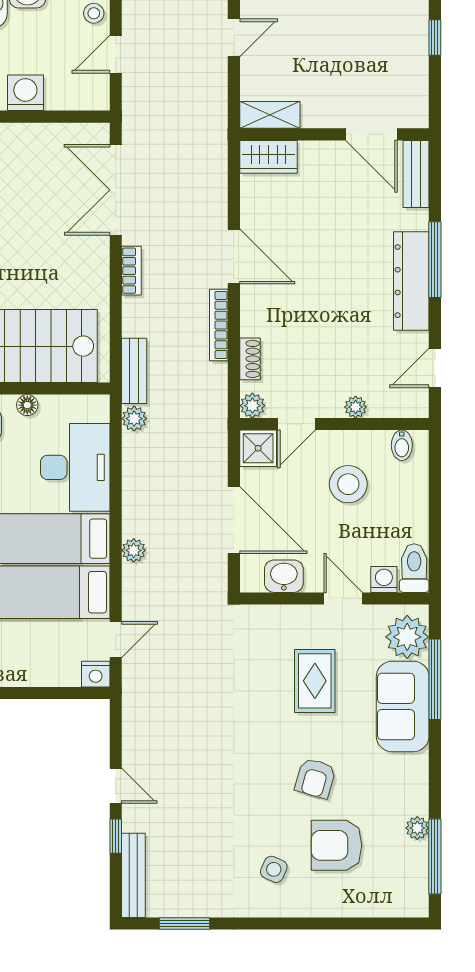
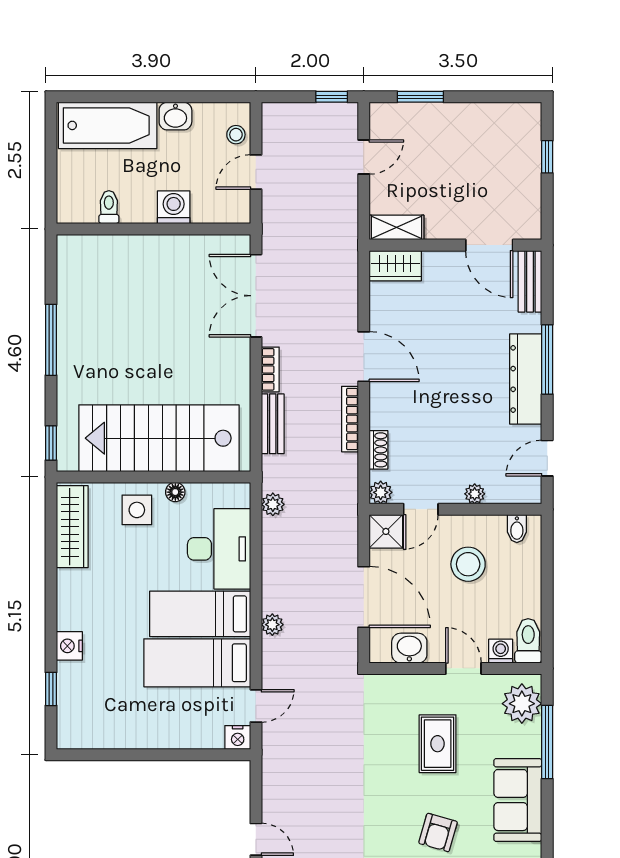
bench: (134, 371) -> (273, 424), moved
sofa: (403, 706) -> (518, 800), moved

